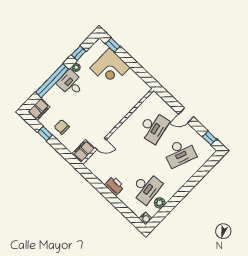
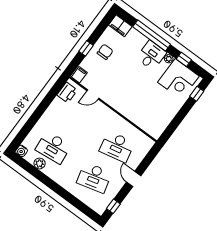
corner desk: (110, 68) -> (178, 79), moved, turned -90
window: (45, 134) -> (86, 48), moved
door: (101, 144) -> (93, 94), hinge flipped
filing cabinet: (84, 151) -> (79, 75), width x0.50
desk: (180, 153) -> (94, 178), turned -36
printer: (114, 186) -> (67, 93), moved

